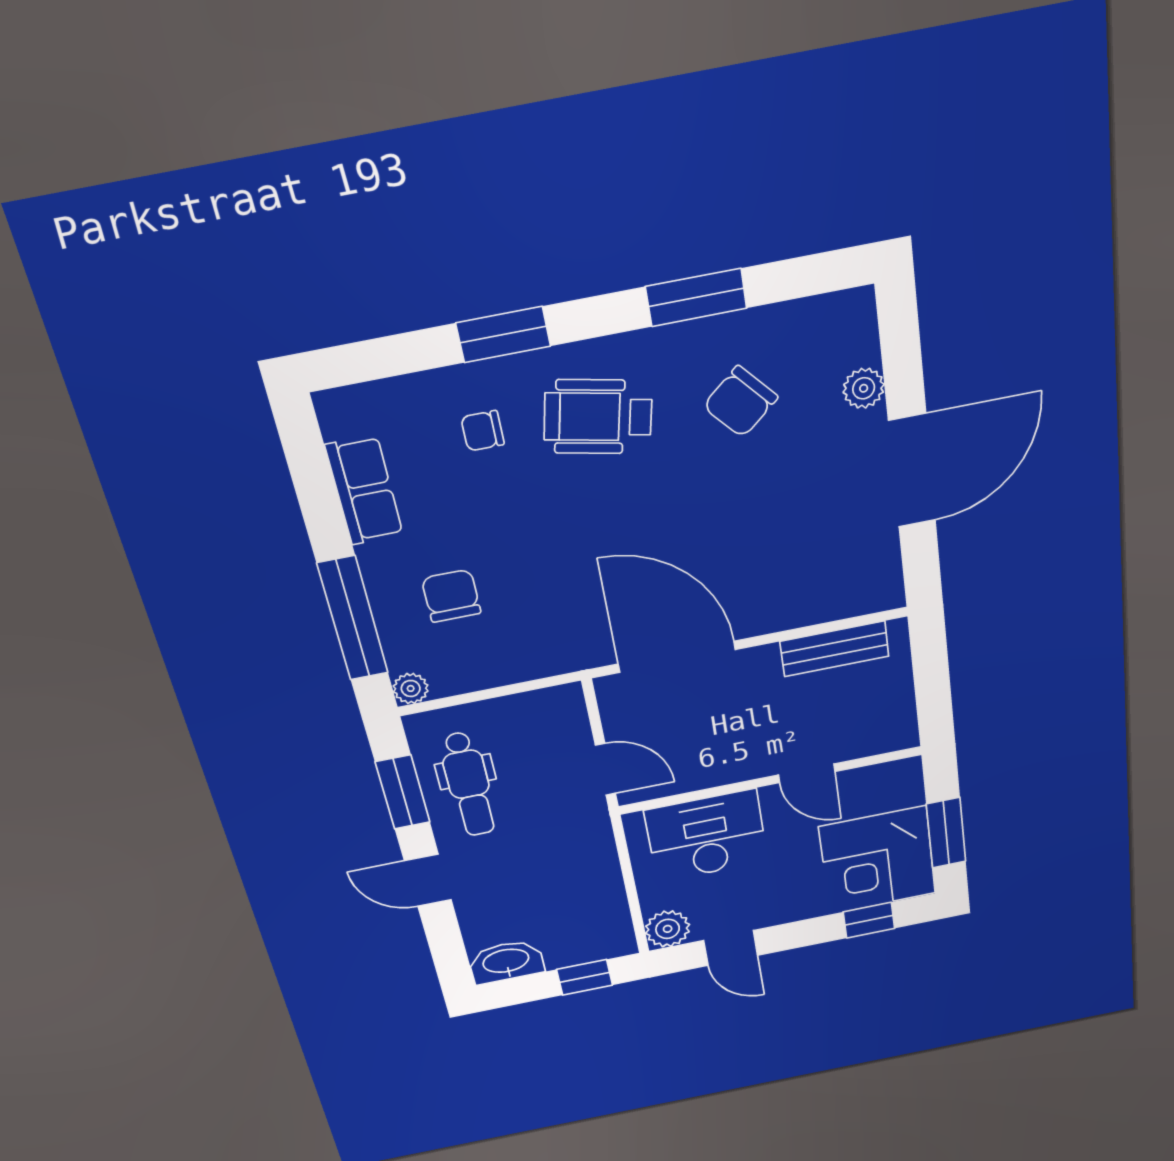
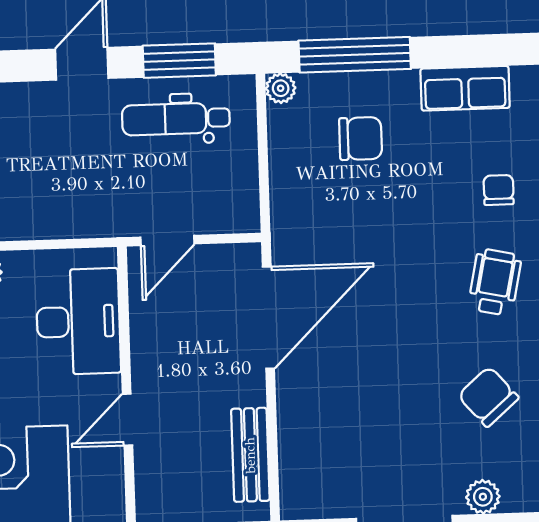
wheelchair: (598, 417) -> (495, 282), width x0.73, depth x0.73

